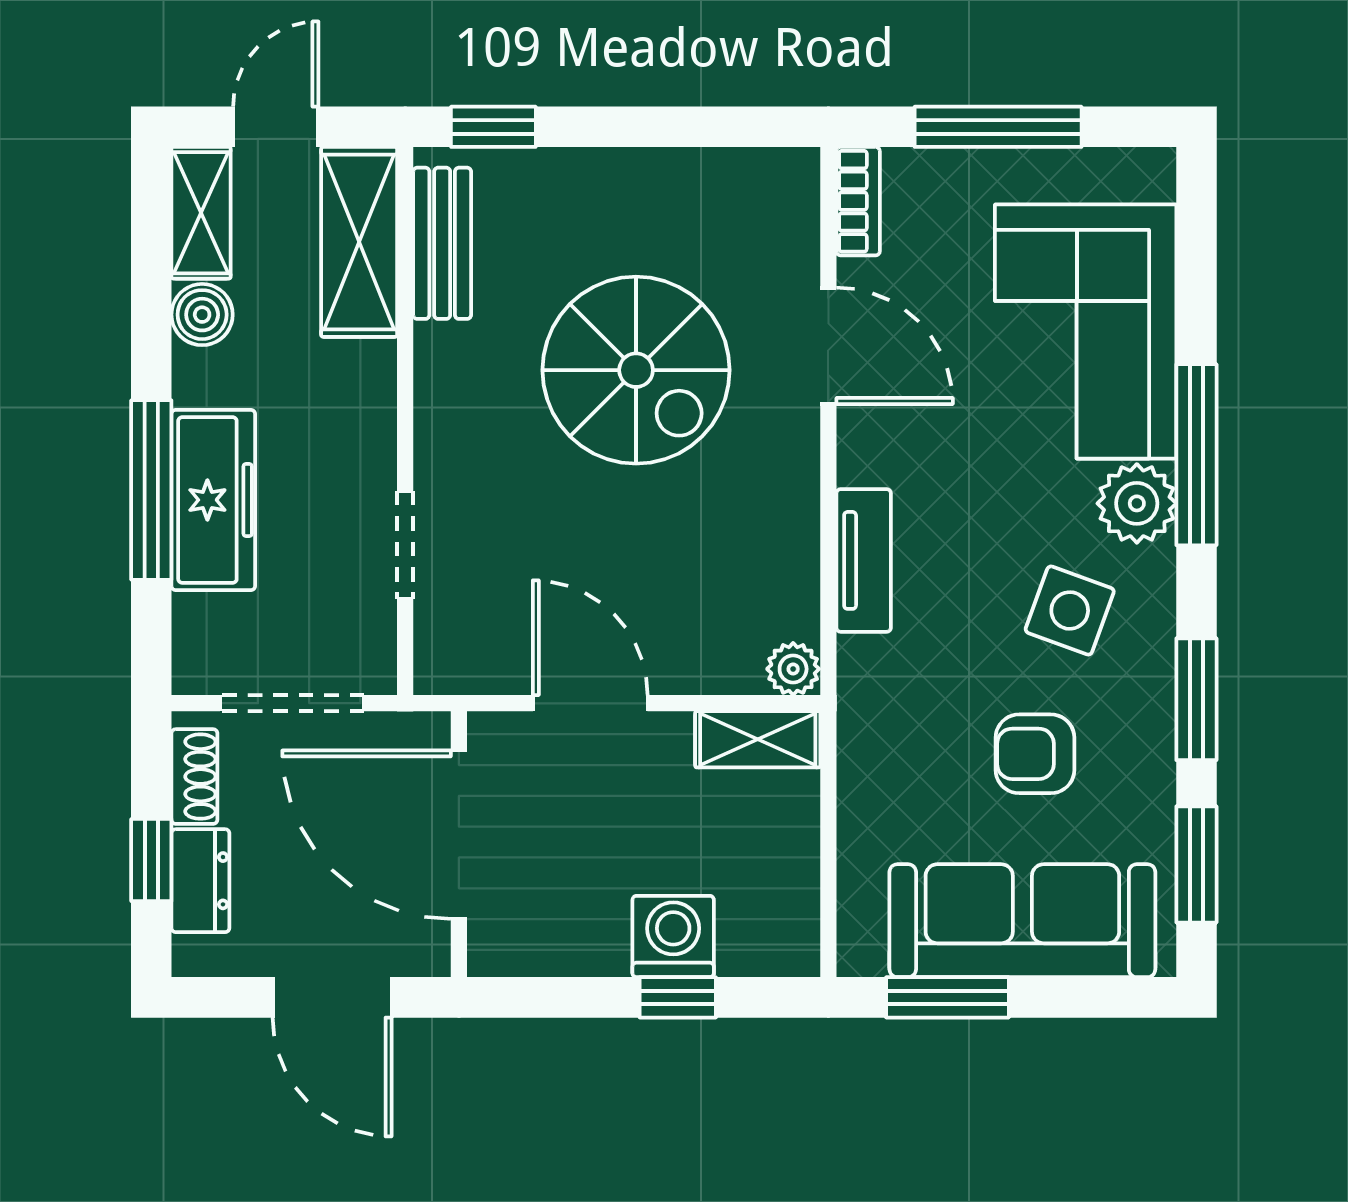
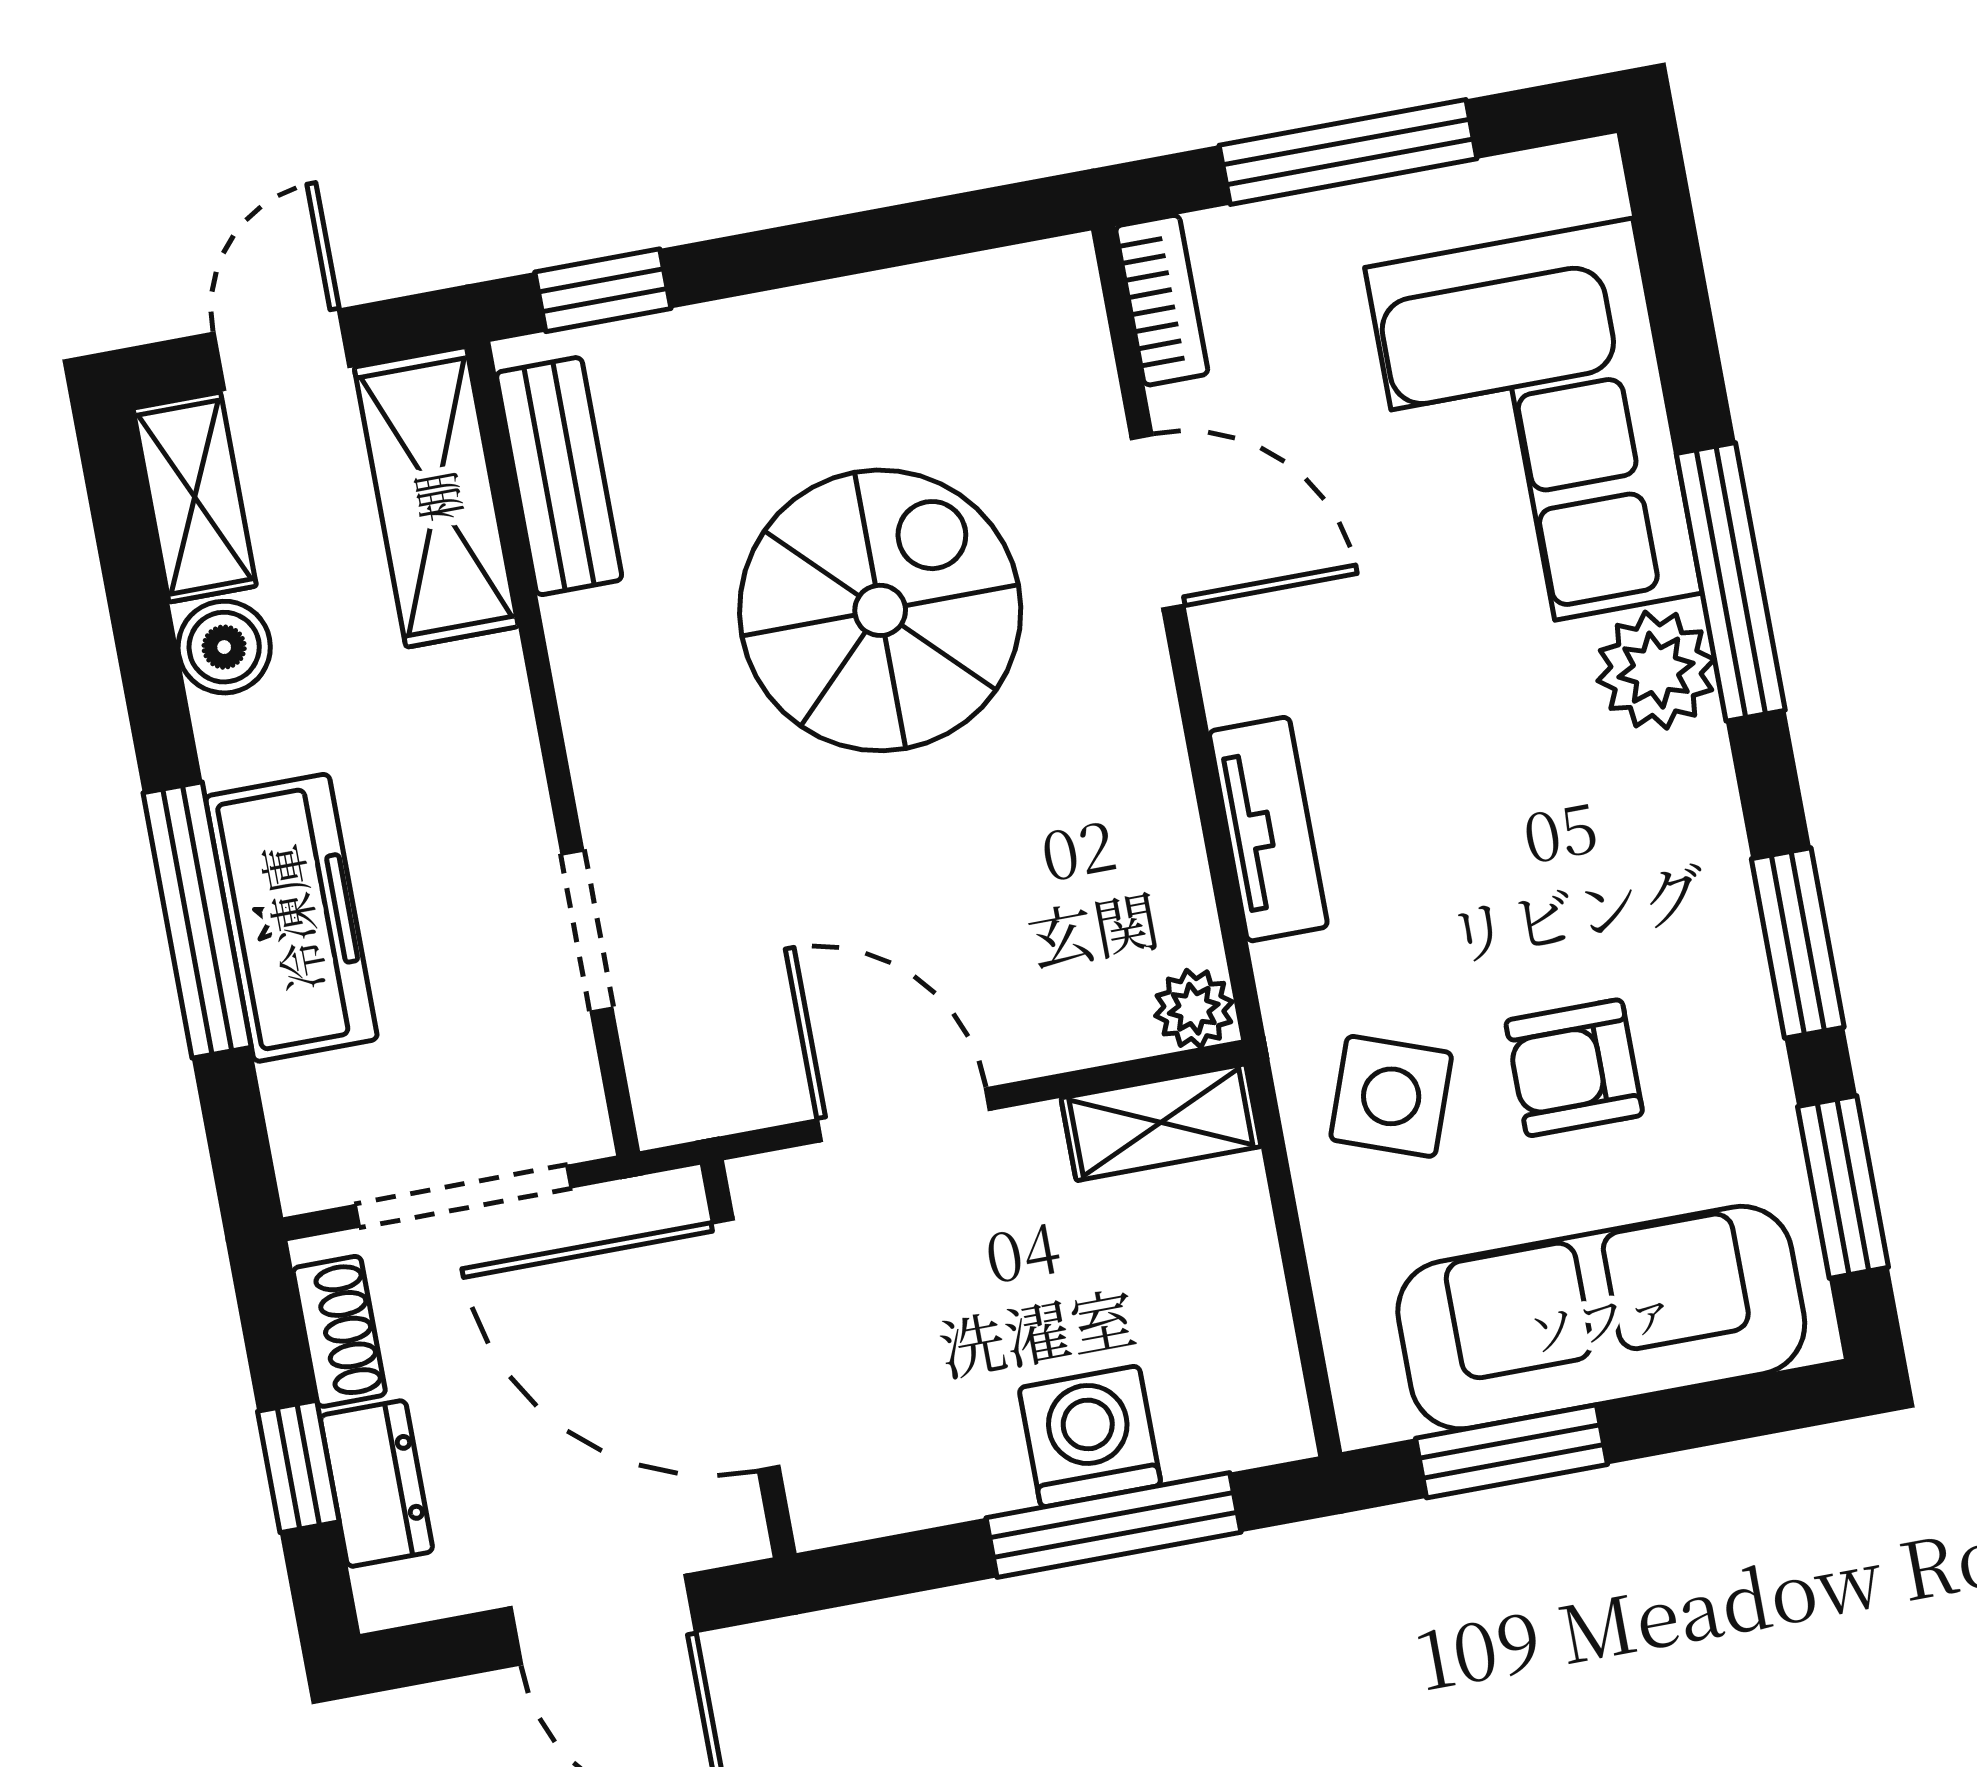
spiral stairs: (636, 370) -> (880, 610), turned -90
side table: (1070, 610) -> (1391, 1096), moved
window: (678, 997) -> (1113, 1525), width x2.17

